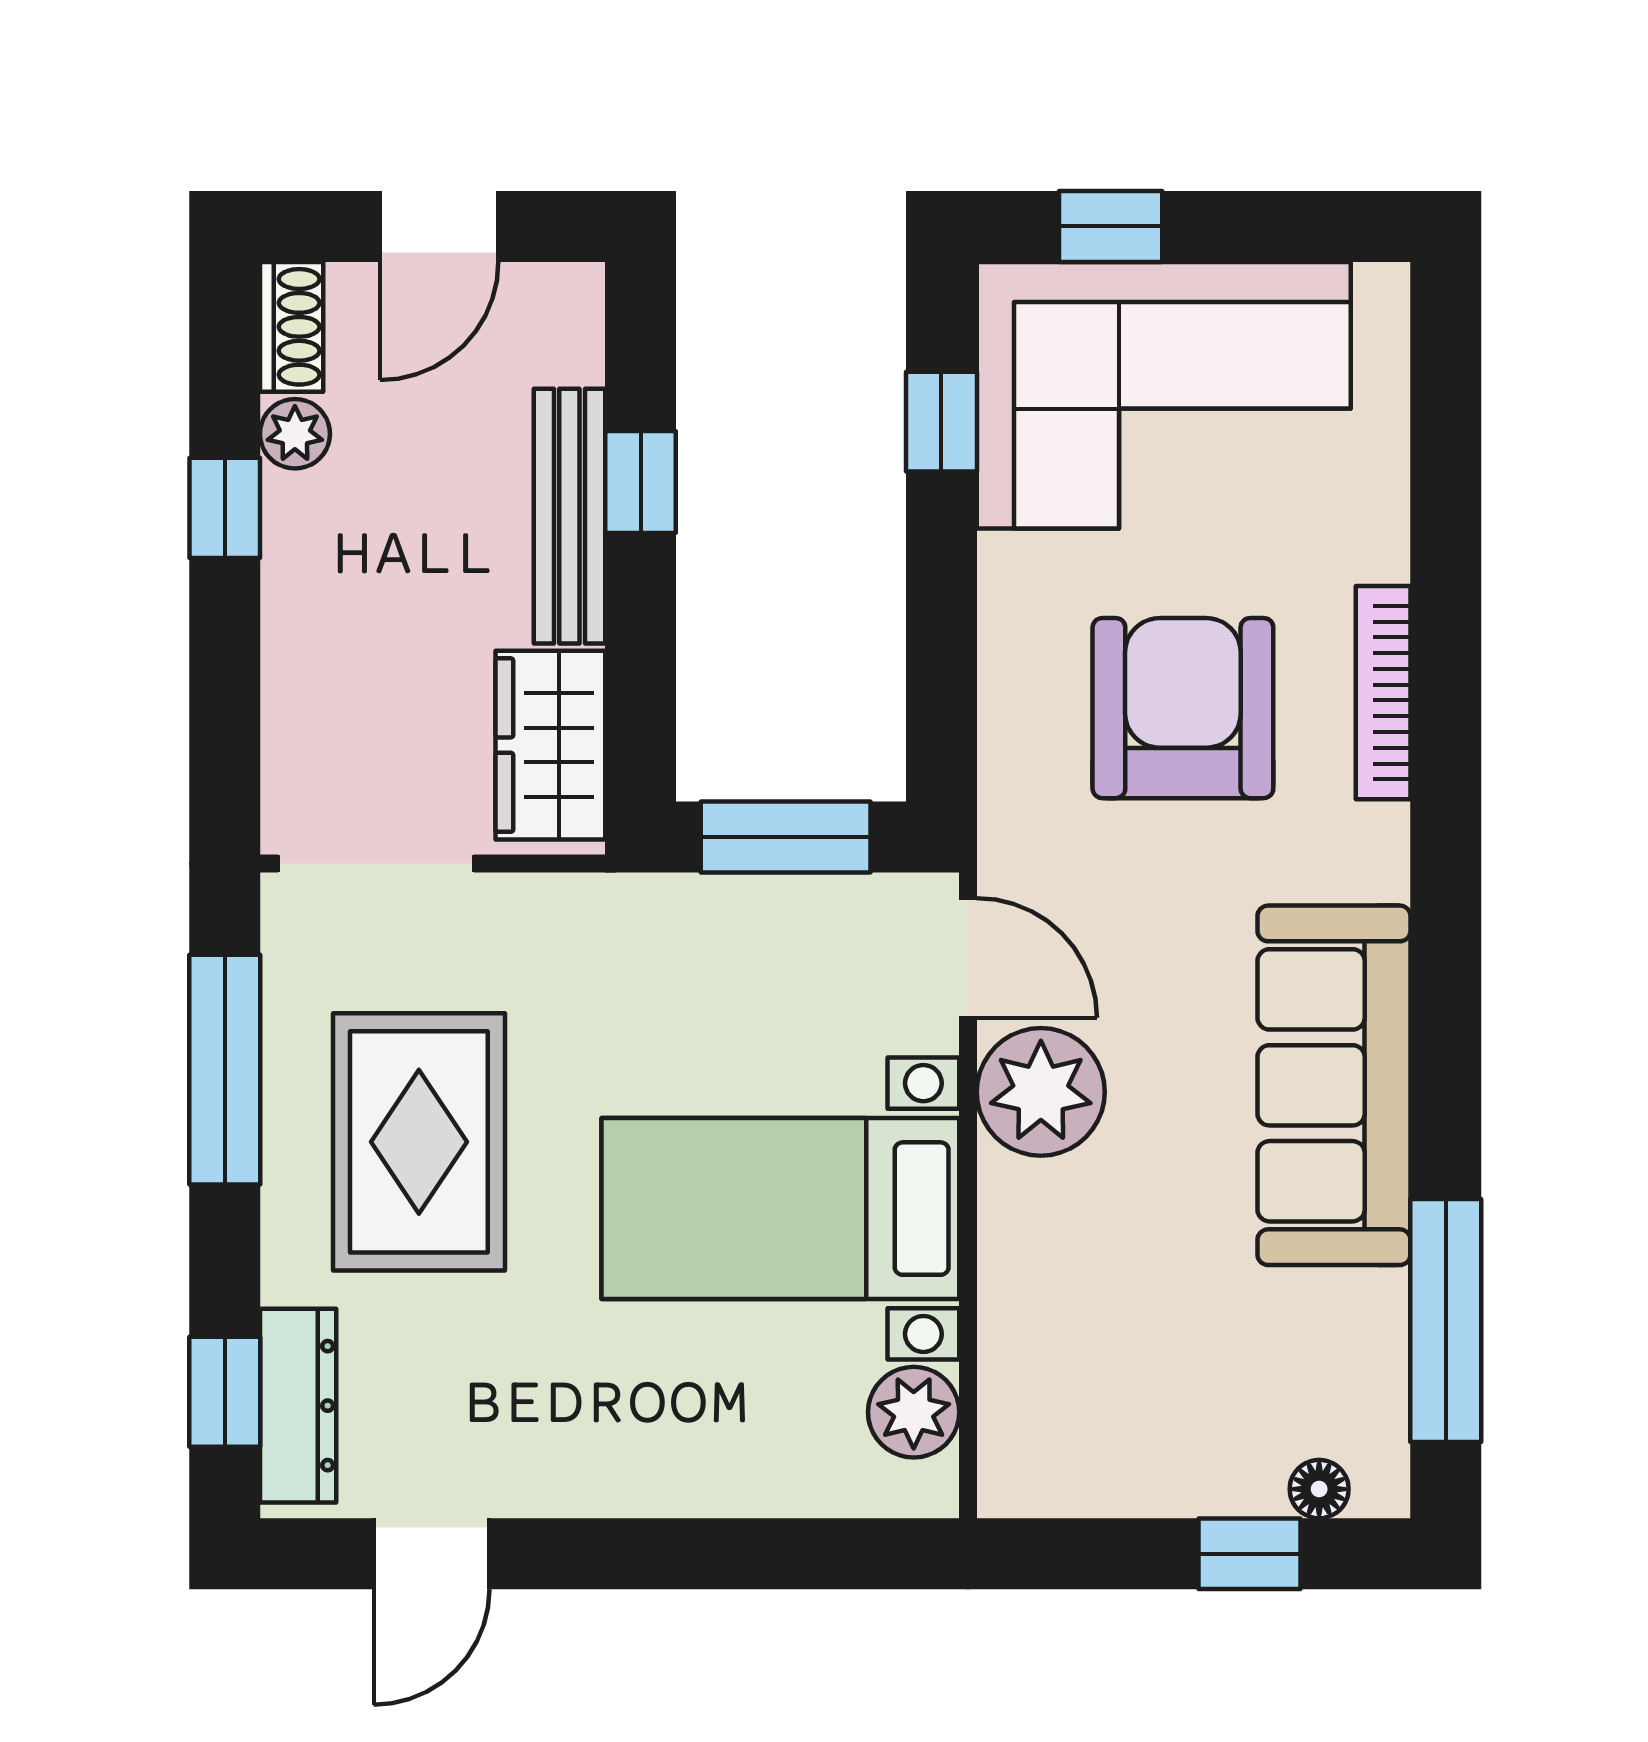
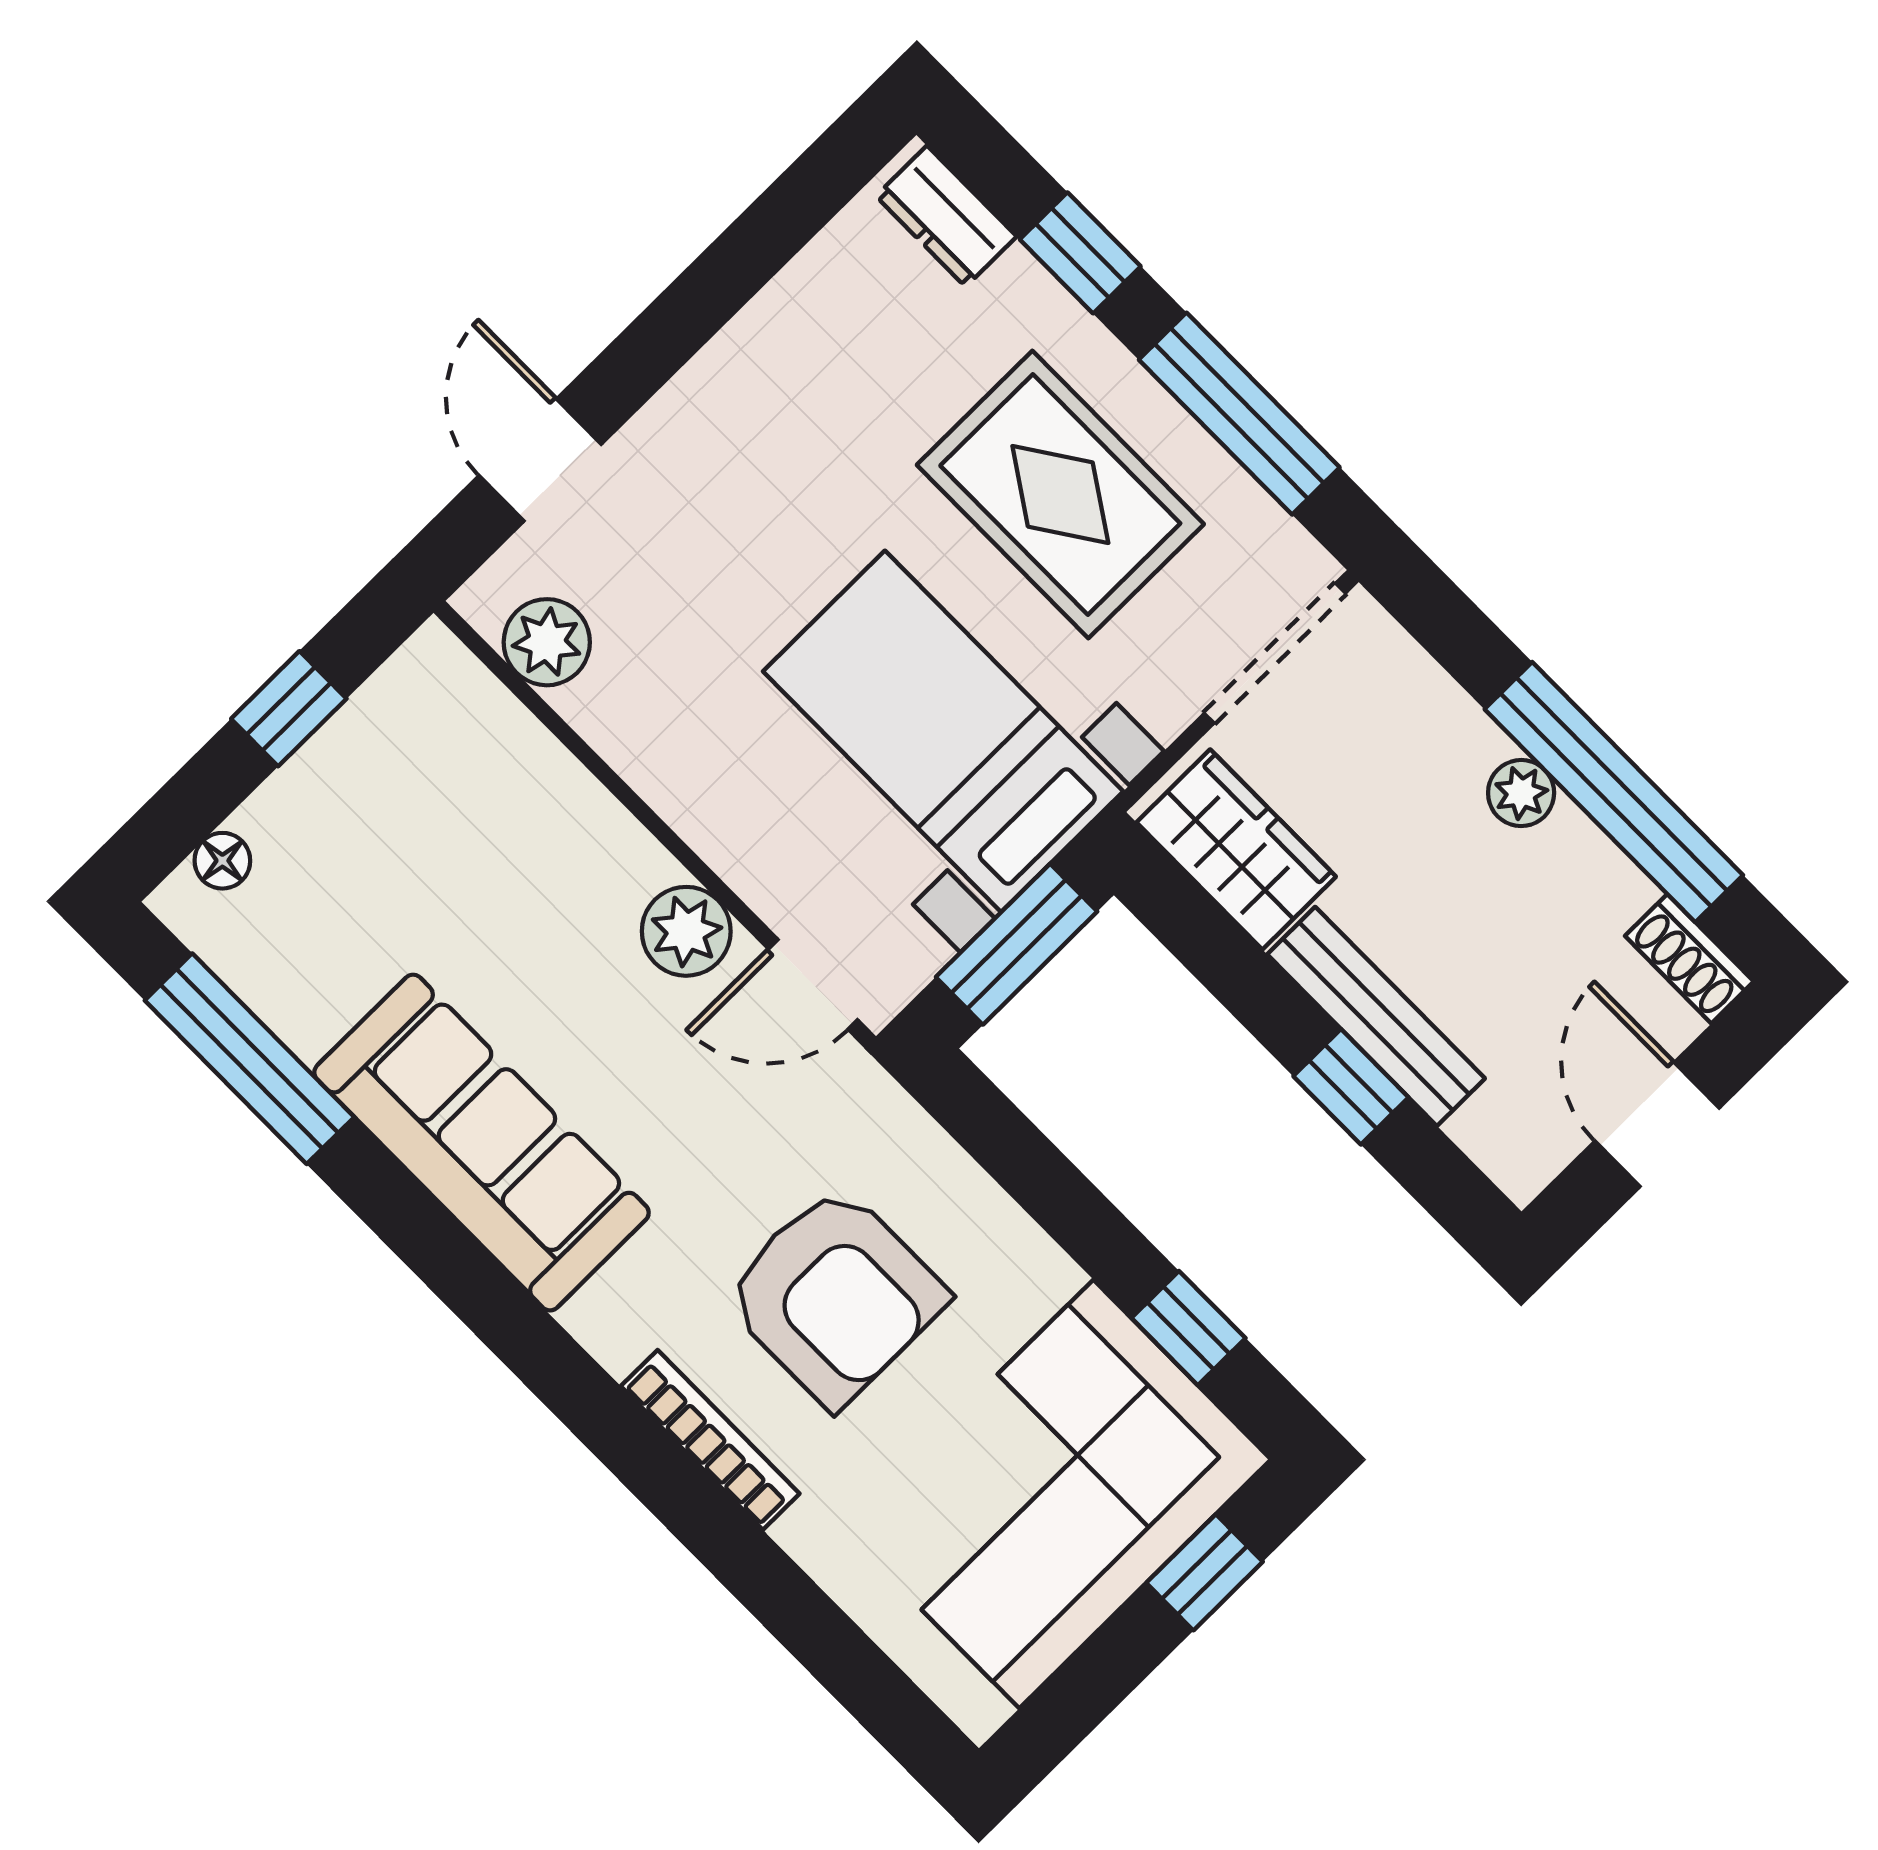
plant: (295, 434) -> (1521, 793), moved
window: (225, 508) -> (1614, 792), width x3.17
plant: (1041, 1092) -> (686, 931), width x0.73, depth x0.73
bed with nightstands: (780, 1209) -> (943, 731), moved, turned -90
window: (225, 1392) -> (1080, 253), moved
dresser: (298, 1406) -> (946, 216), width x0.70
door: (431, 1554) -> (540, 460), moved
window: (1249, 1554) -> (289, 709), moved

